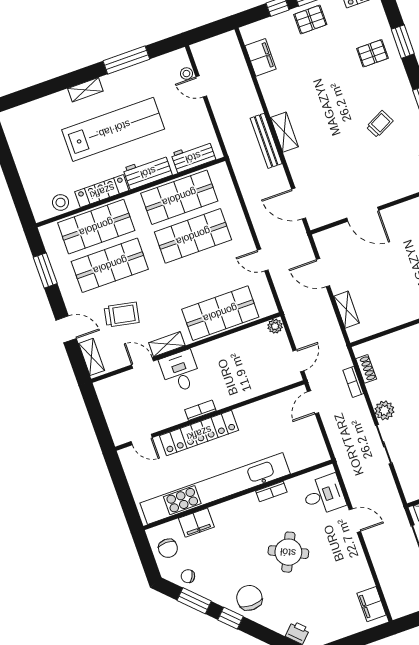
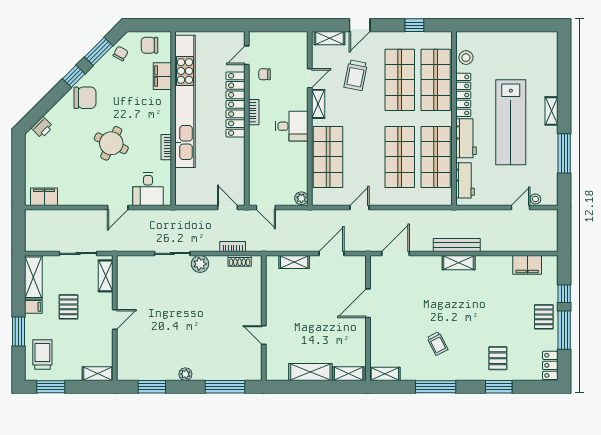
window: (45, 270) -> (414, 25), width x0.67
desk: (180, 371) -> (292, 126), moved
chair: (155, 413) -> (265, 74), added

